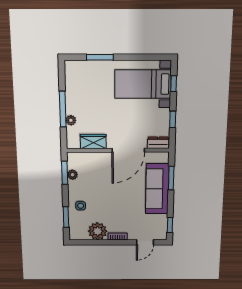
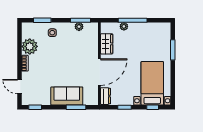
door: (128, 150) -> (99, 72), swing flipped
sofa: (157, 189) -> (67, 96), width x0.73

